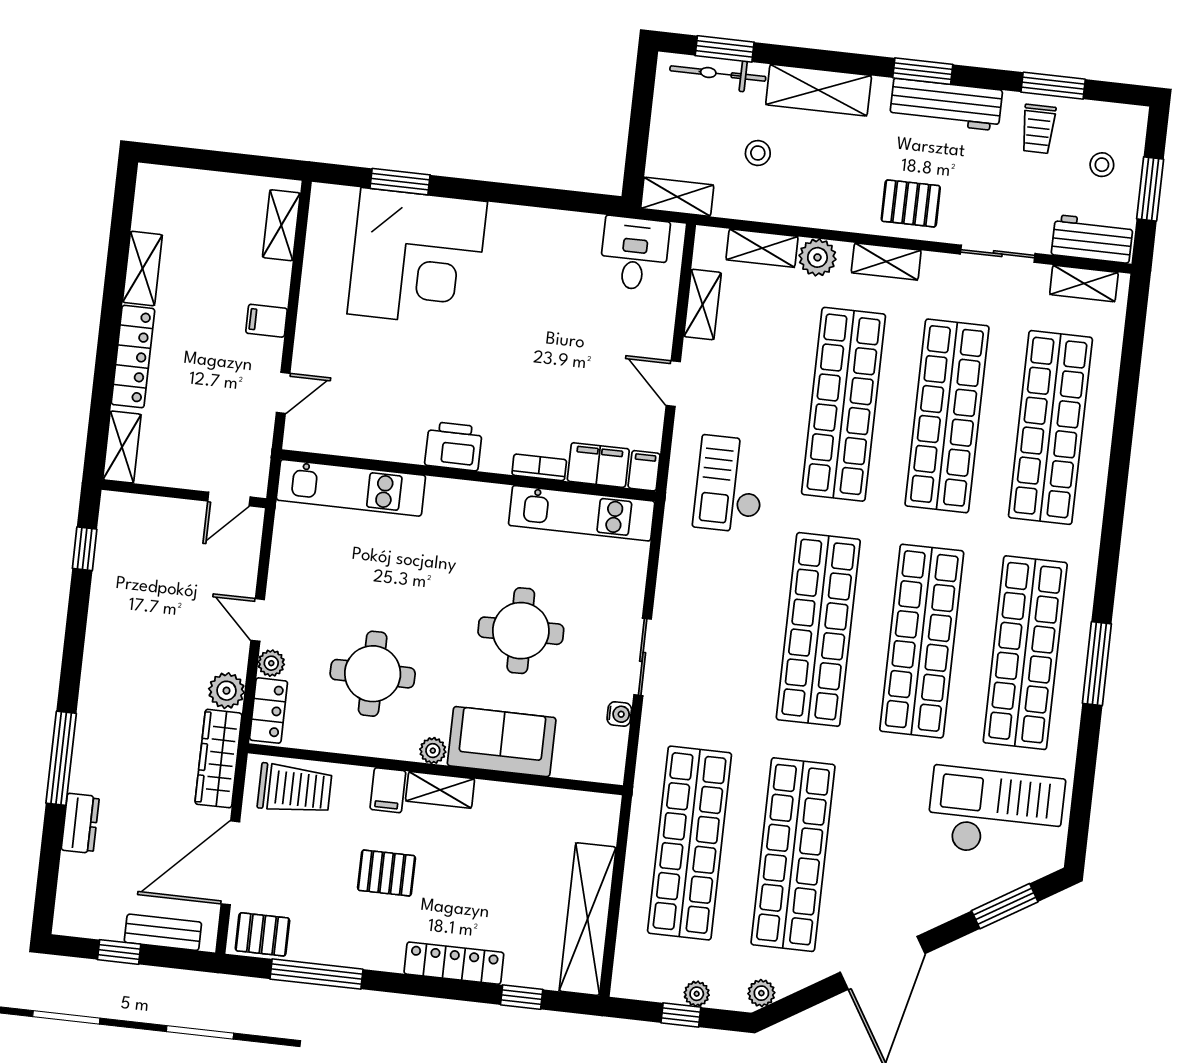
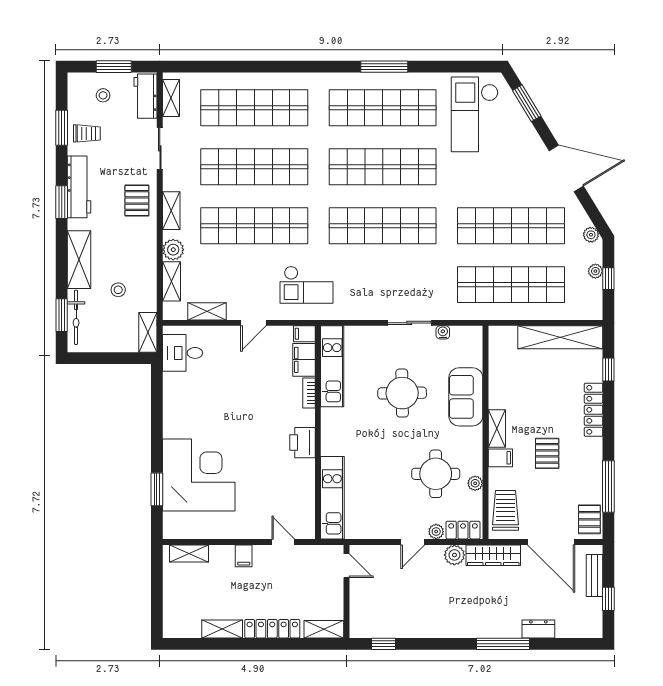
plant: (433, 751) -> (475, 483), moved

